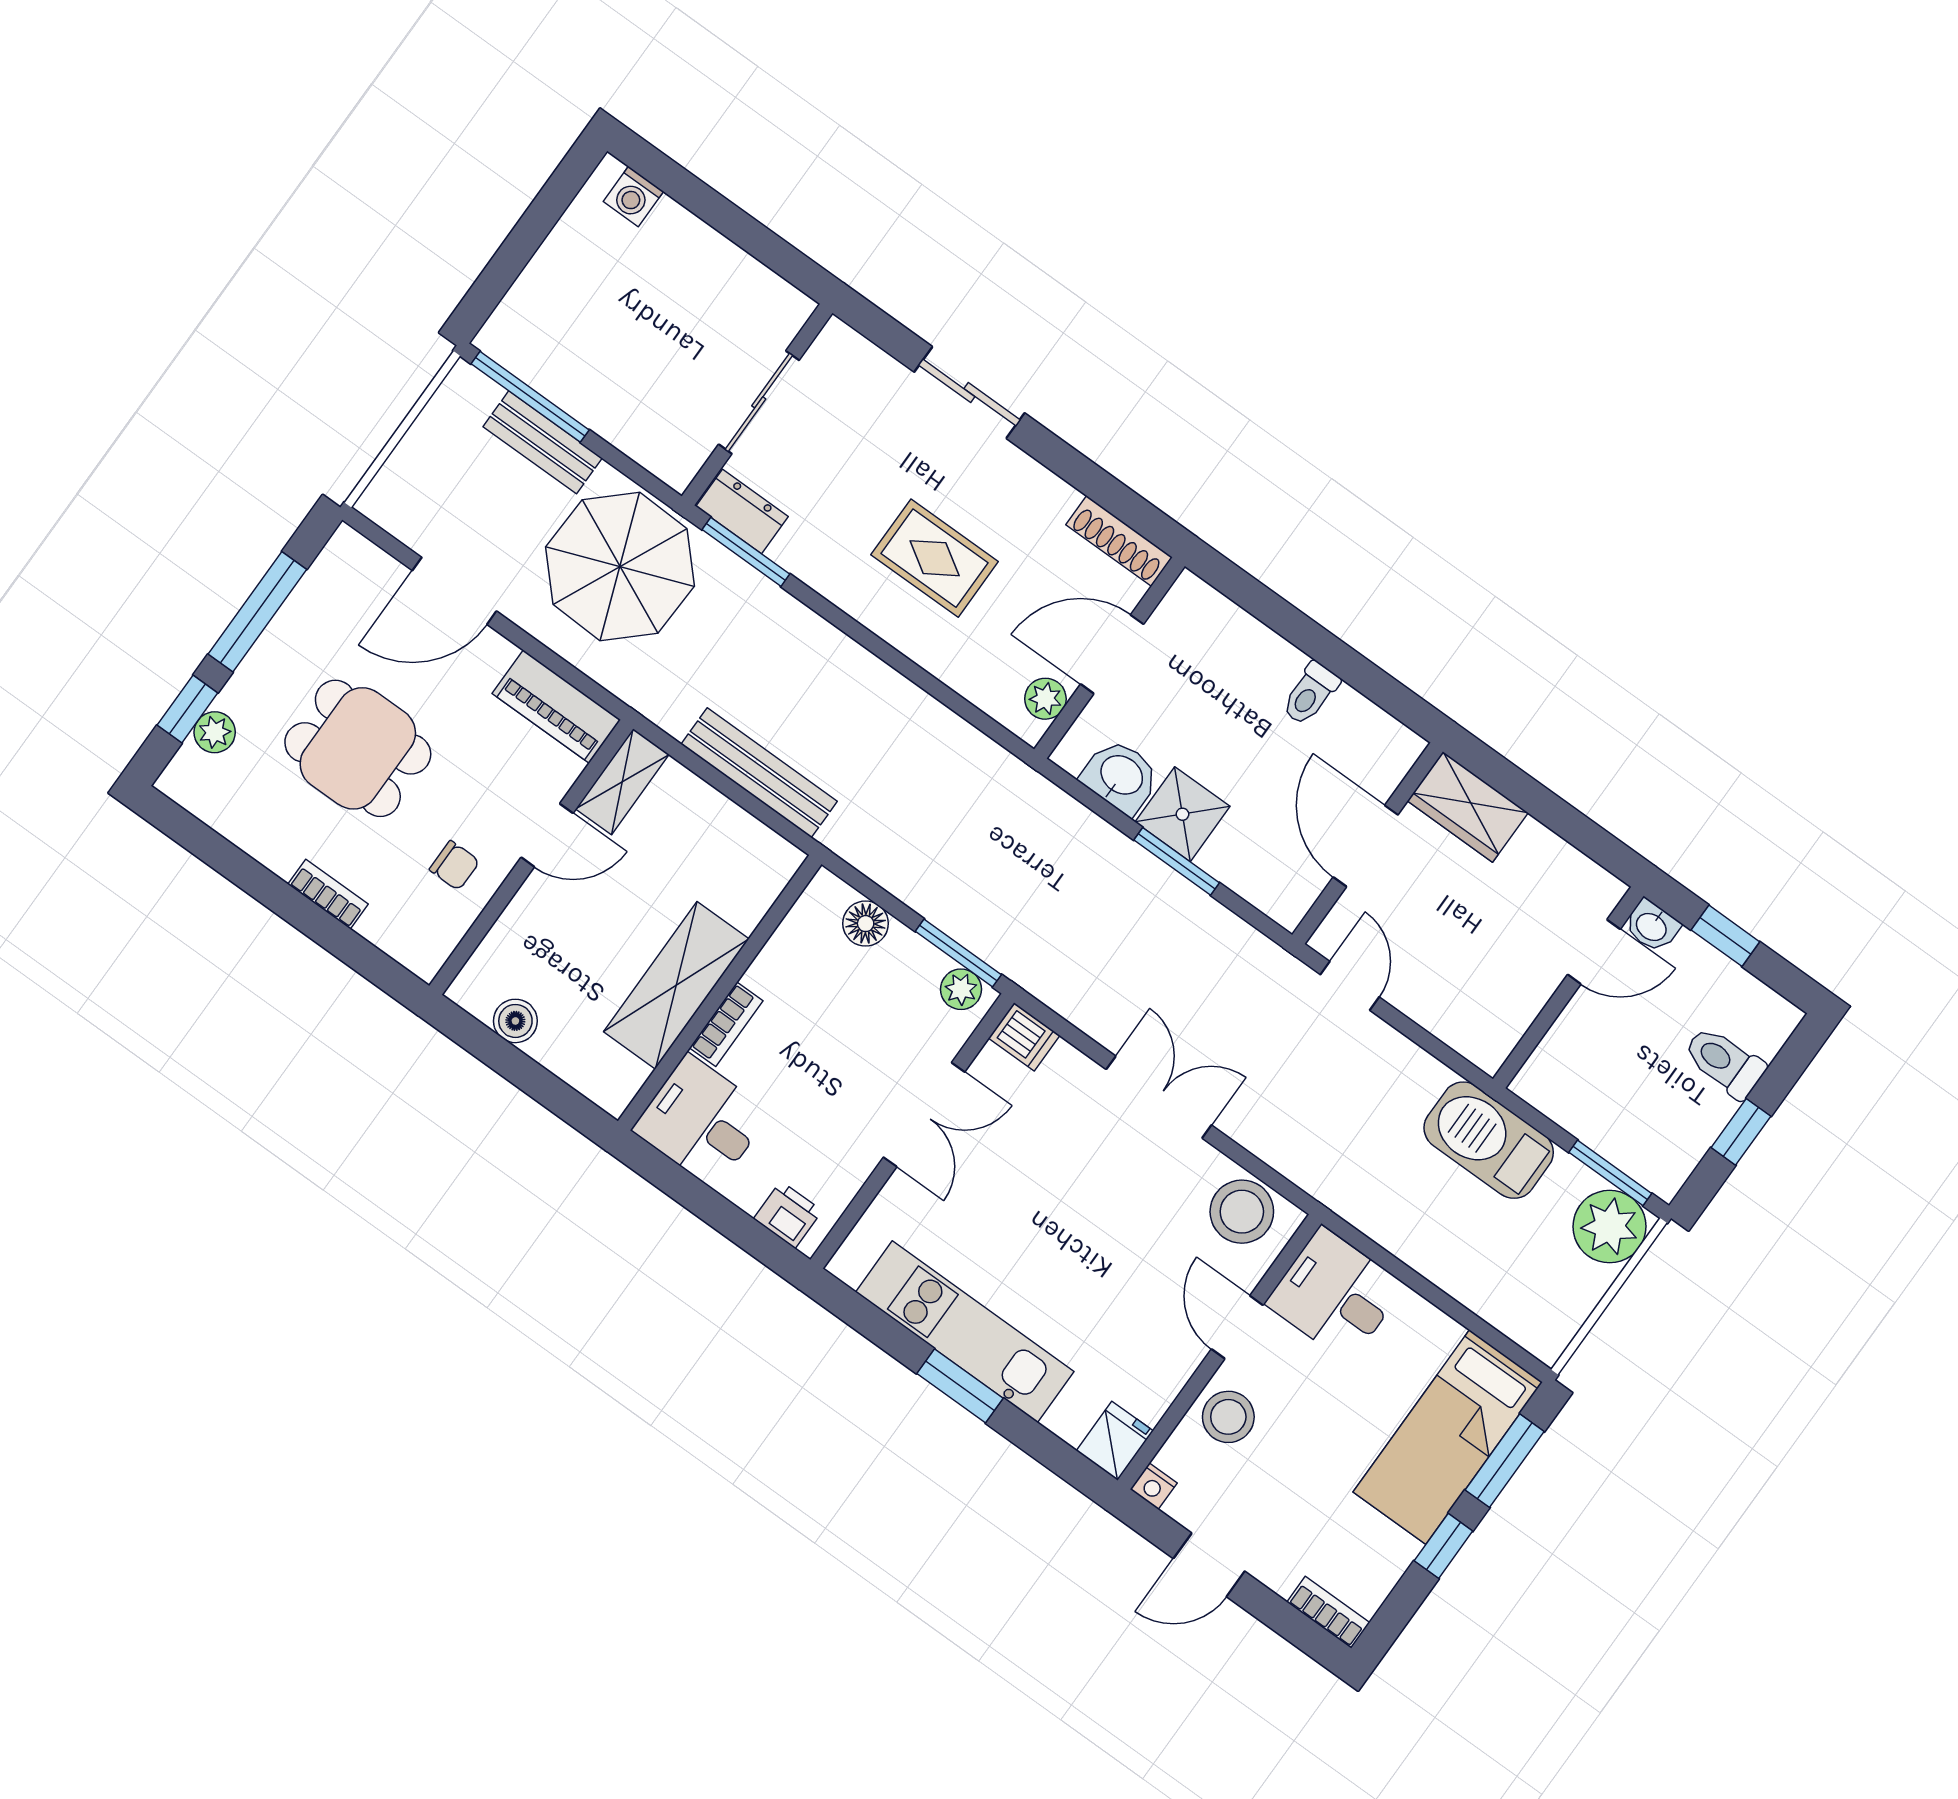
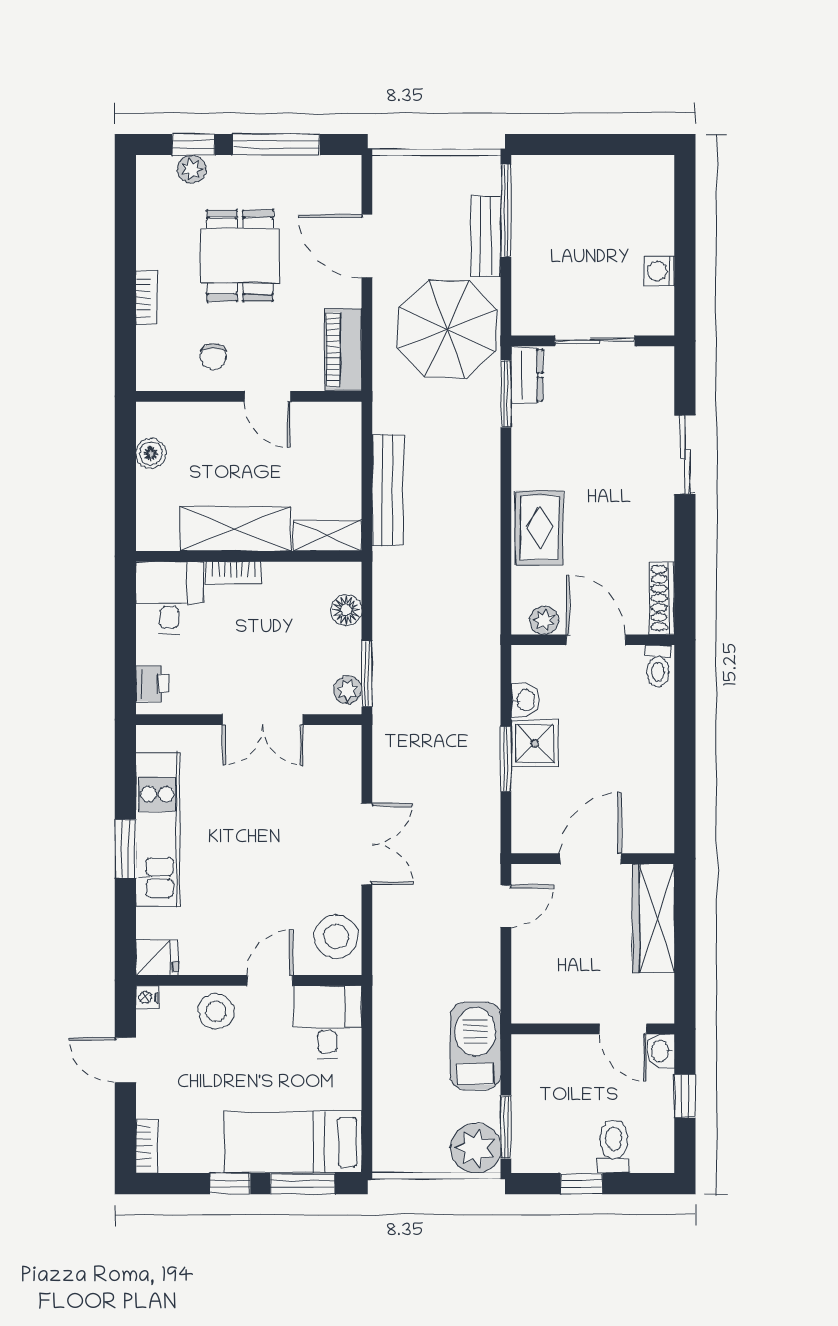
washing machine: (633, 196) -> (660, 271), moved
rug: (935, 558) -> (539, 528), moved
toilet: (1310, 694) -> (658, 666), moved, turned -90
washbasin: (1121, 776) -> (525, 700), width x0.72, depth x0.69
shelving: (622, 782) -> (328, 536), moved
wardrobe: (1468, 807) -> (653, 918), width x1.50
dishwasher: (1024, 1037) -> (347, 744), removed

